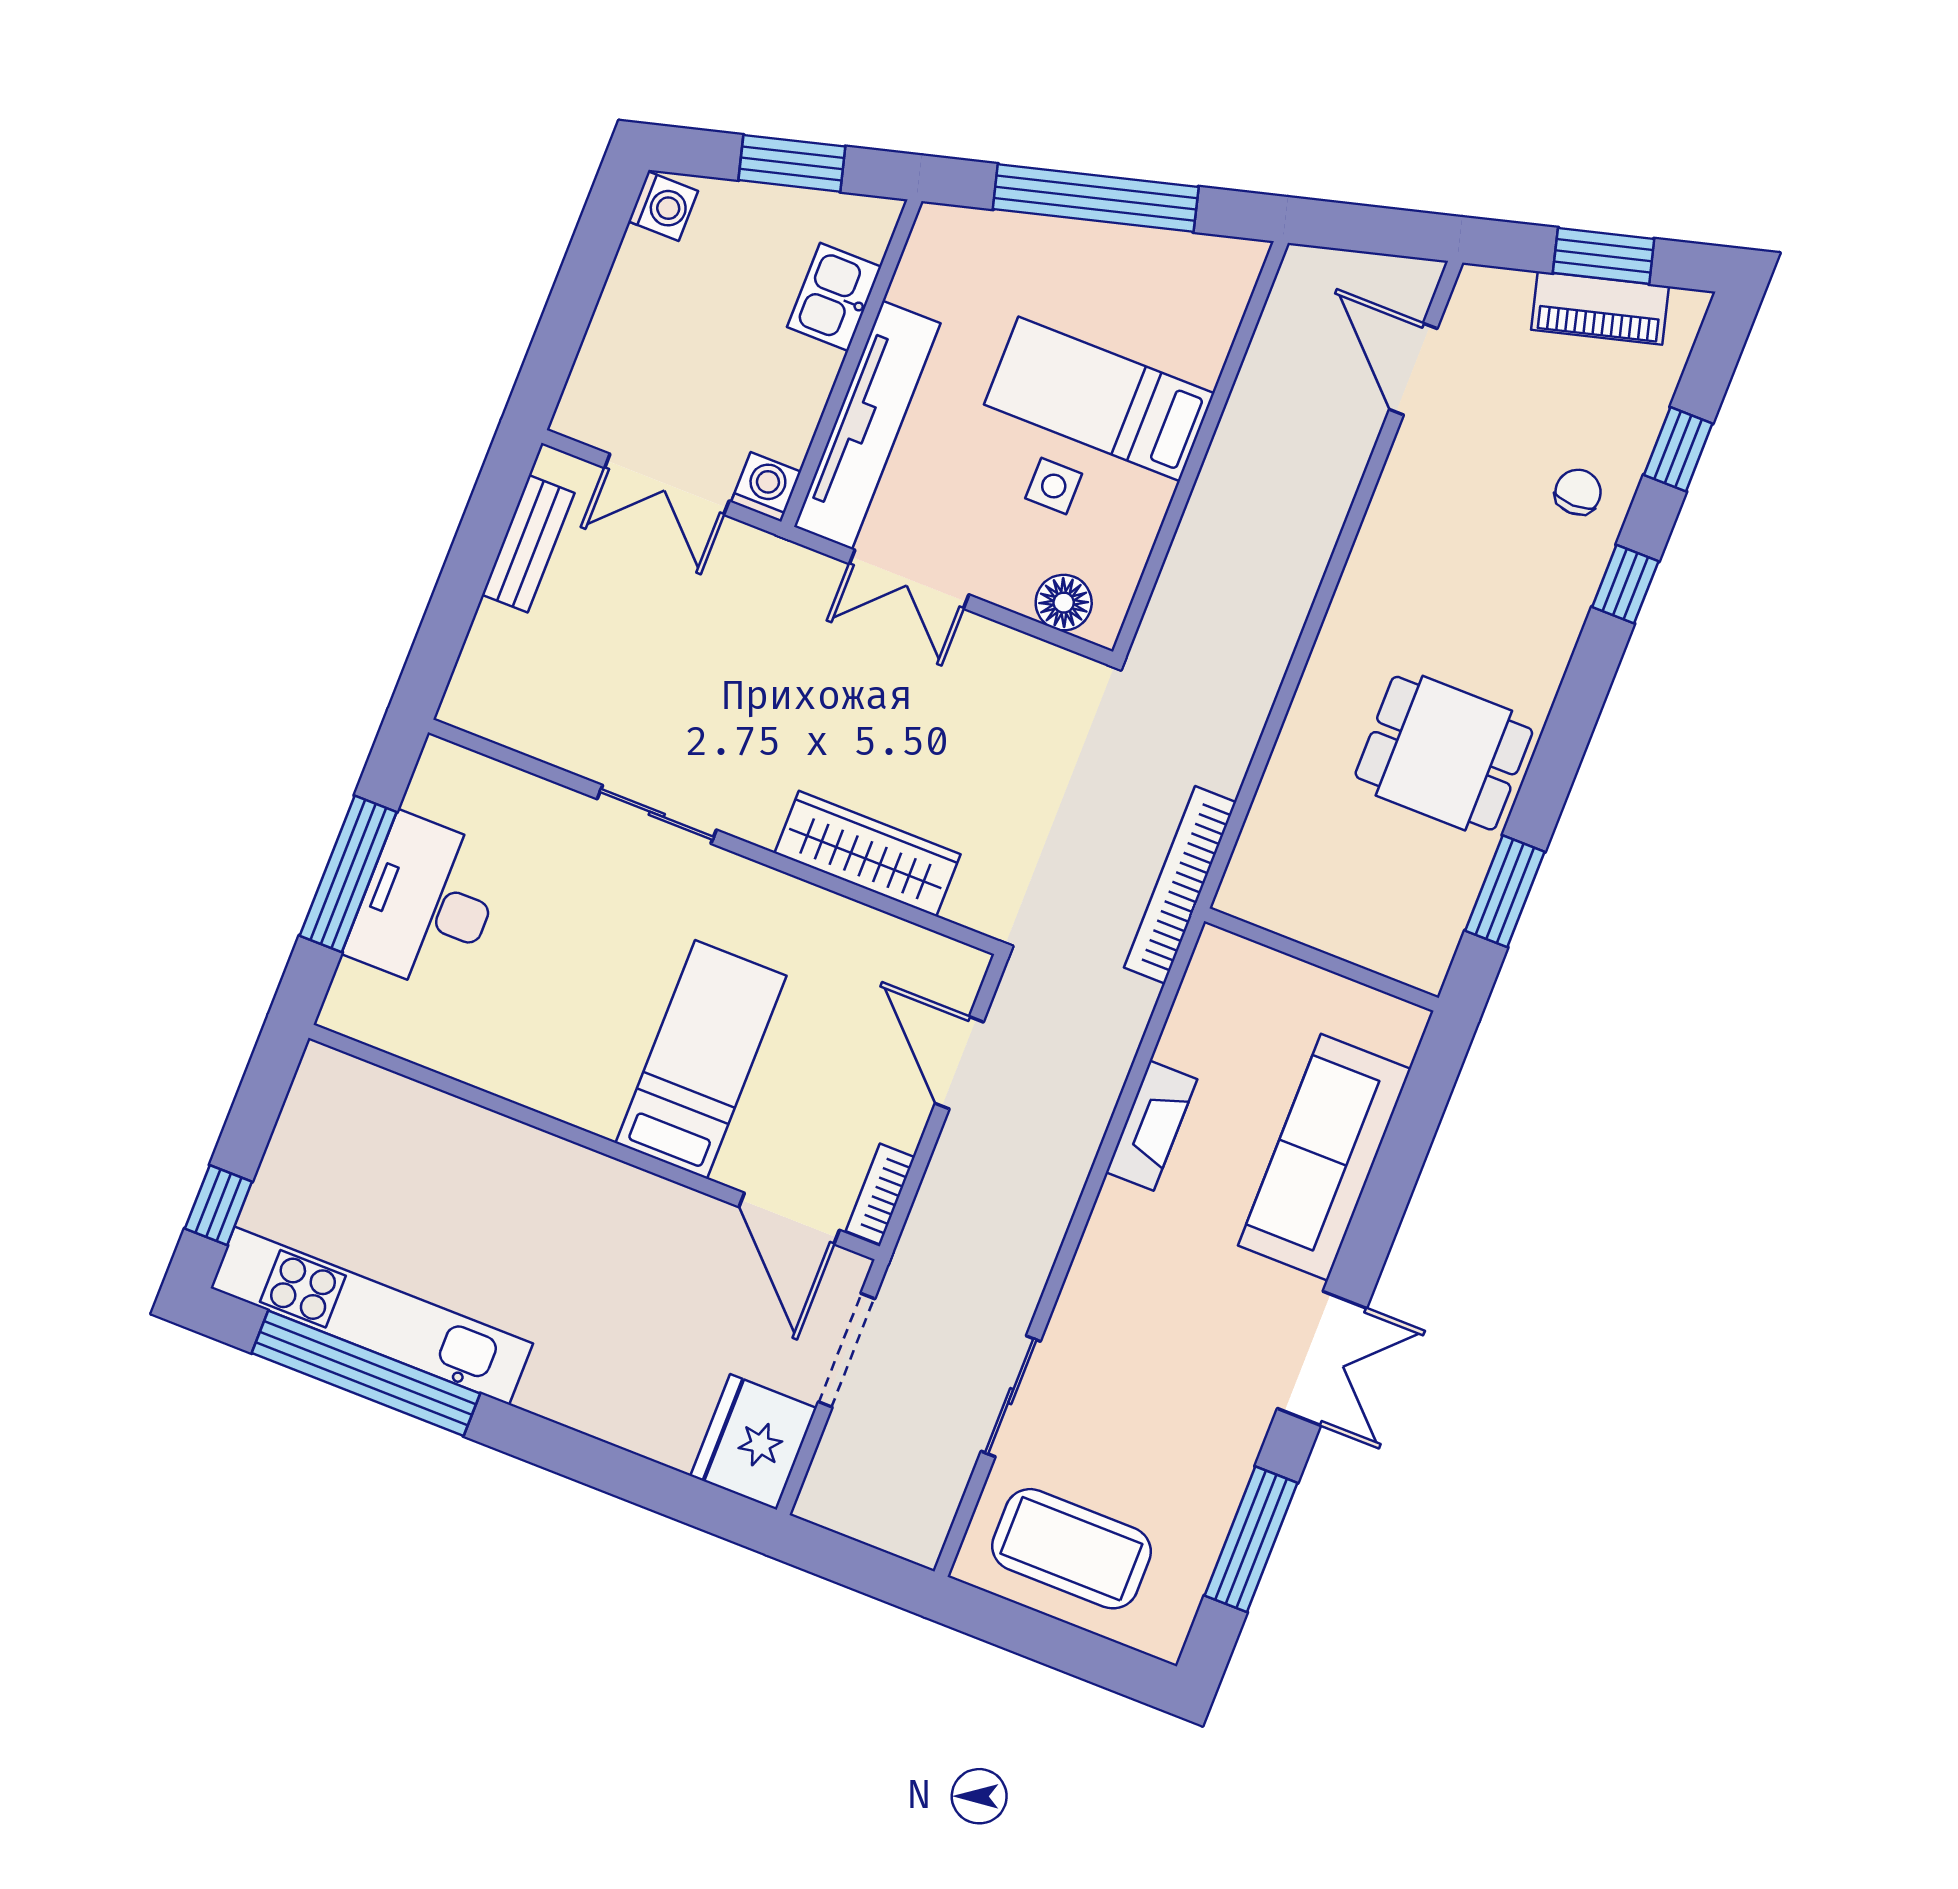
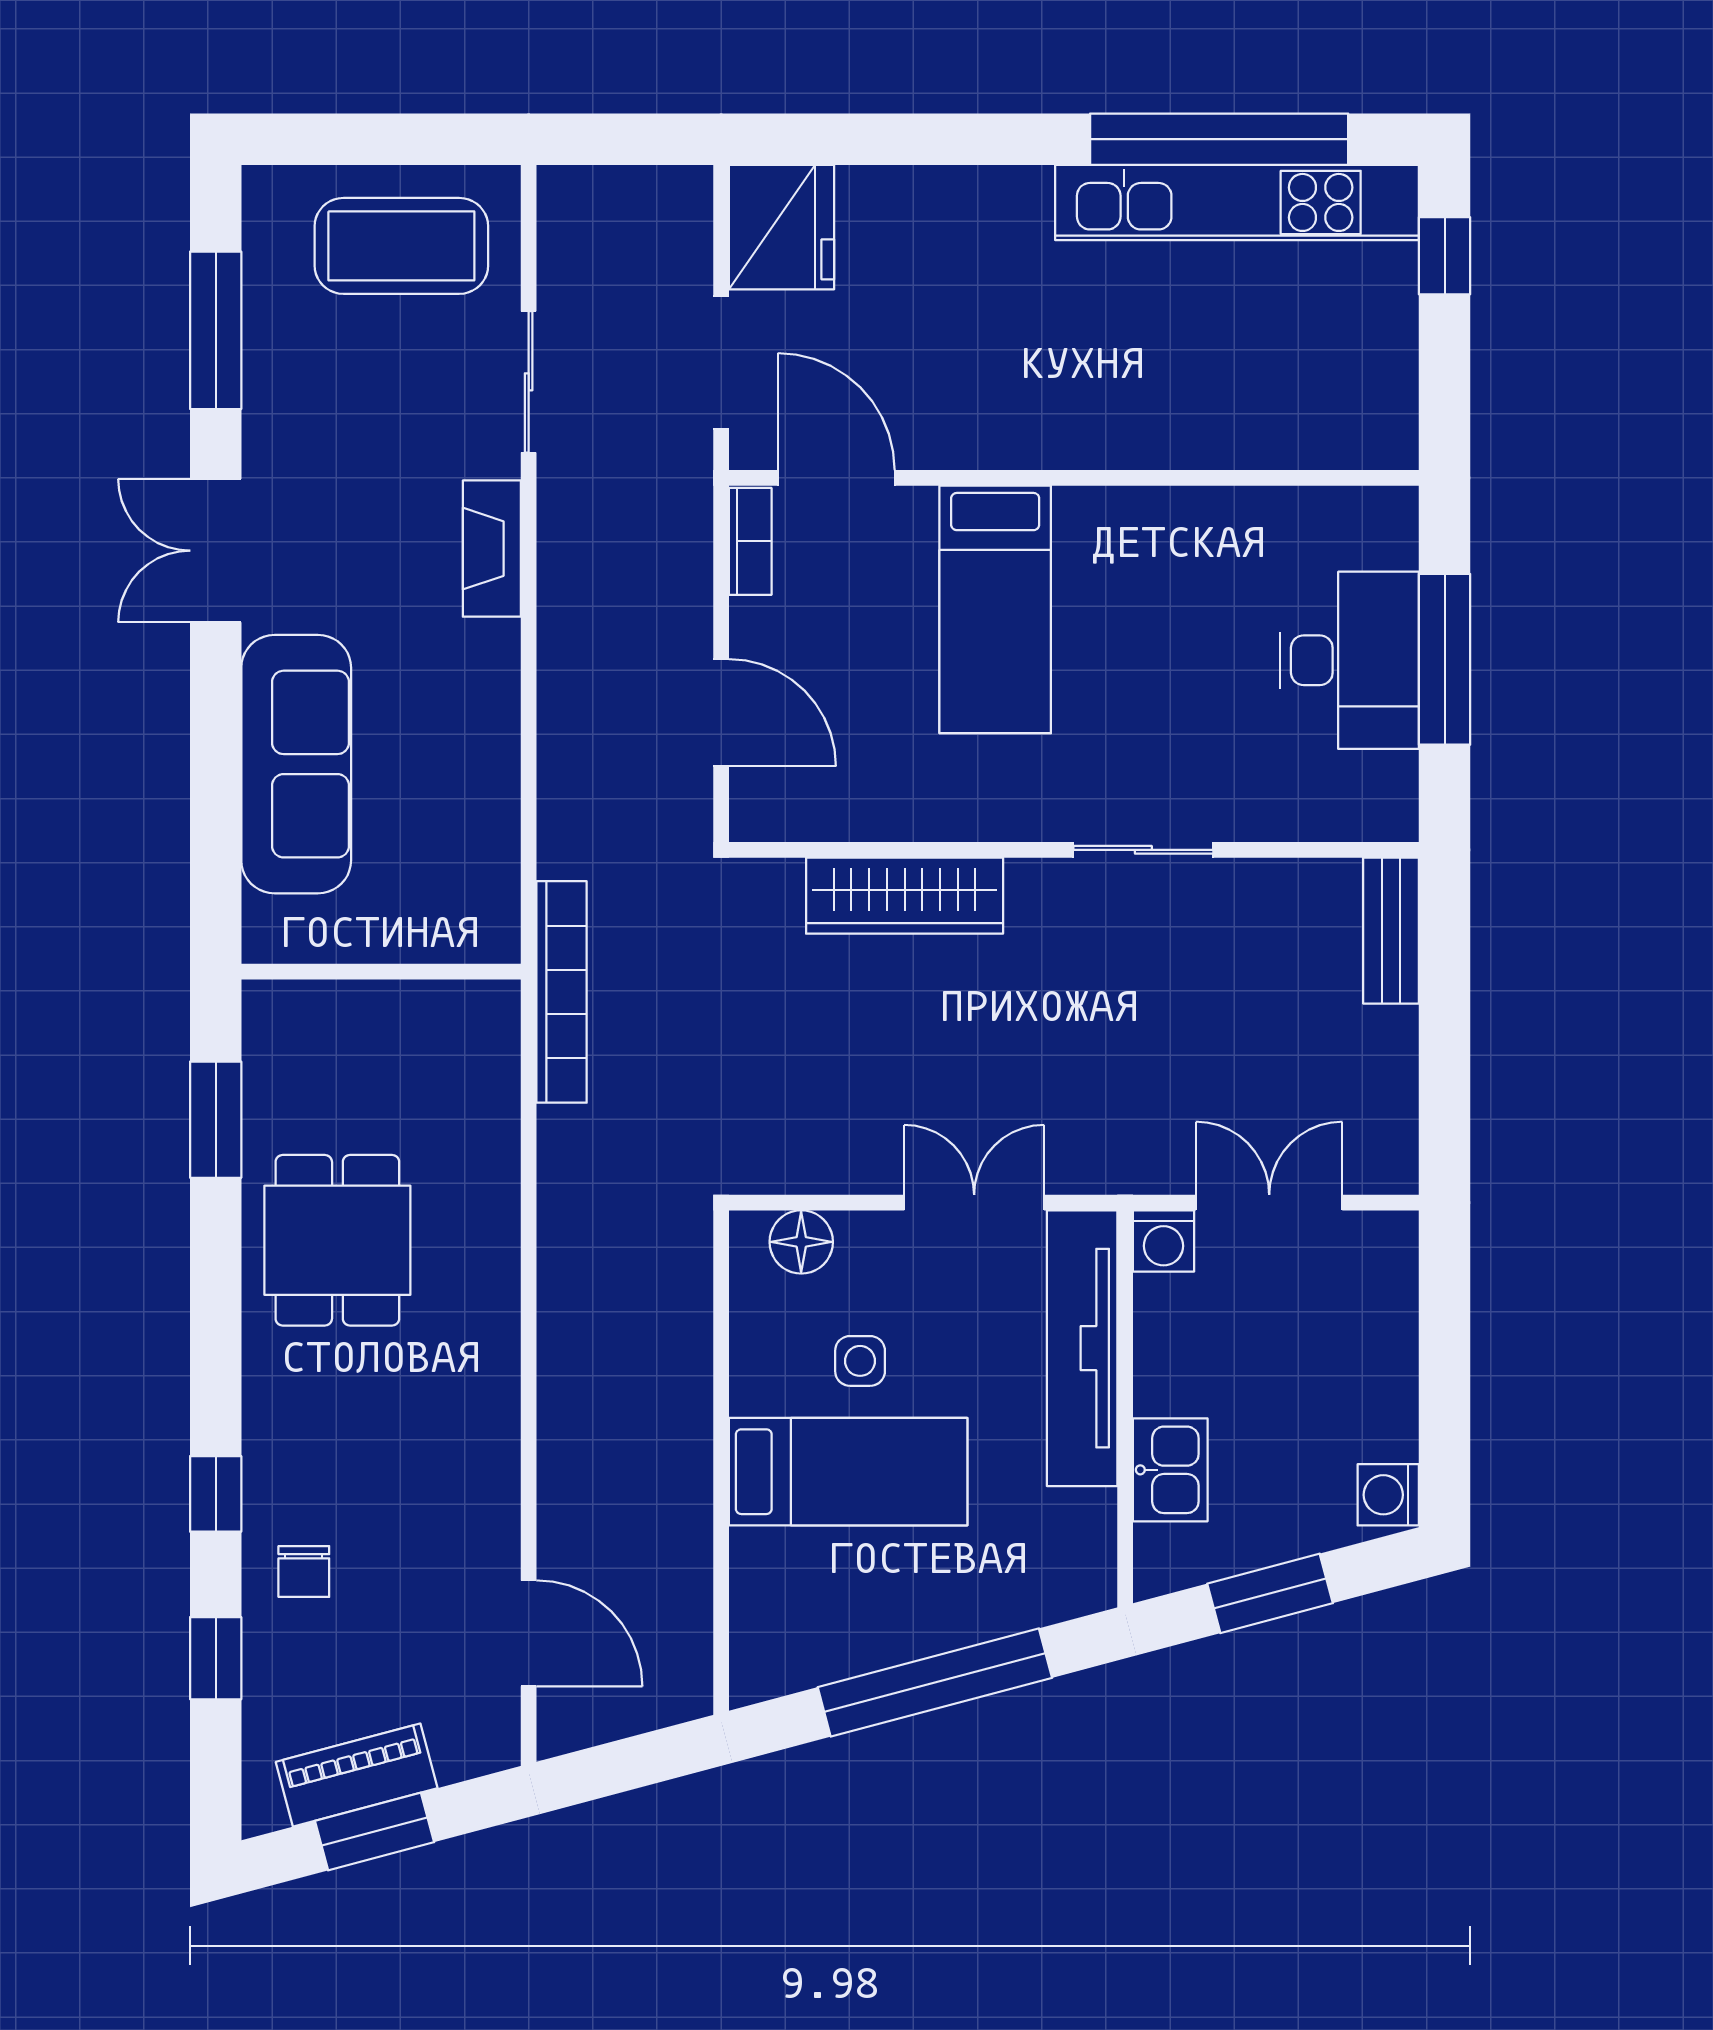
bench: (528, 544) -> (1391, 931), moved
dining table: (1444, 753) -> (337, 1240), turned 90
fireplace: (1152, 1126) -> (492, 549), moved

